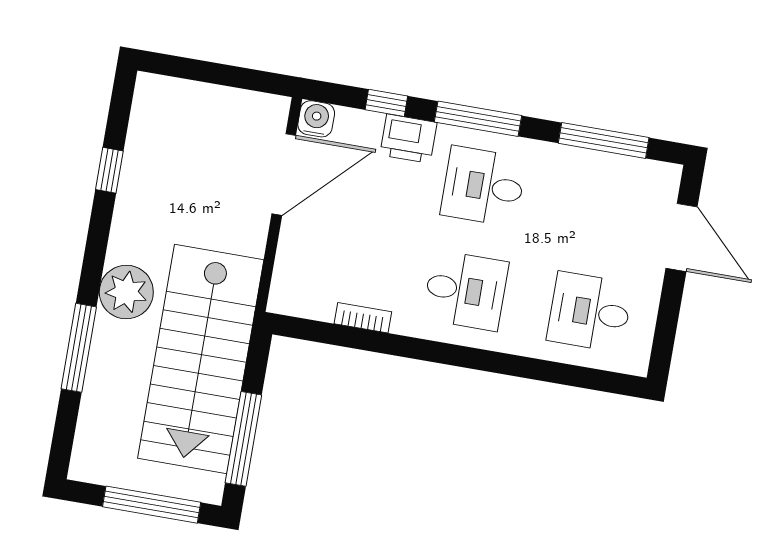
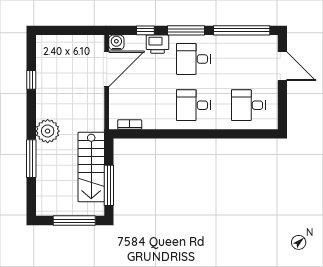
window: (604, 140) -> (242, 30), width x1.46
desk: (465, 290) -> (193, 105), turned 180
bookcase: (363, 318) -> (130, 125), moved
stairs: (201, 359) -> (91, 167), width x0.73, depth x0.66

